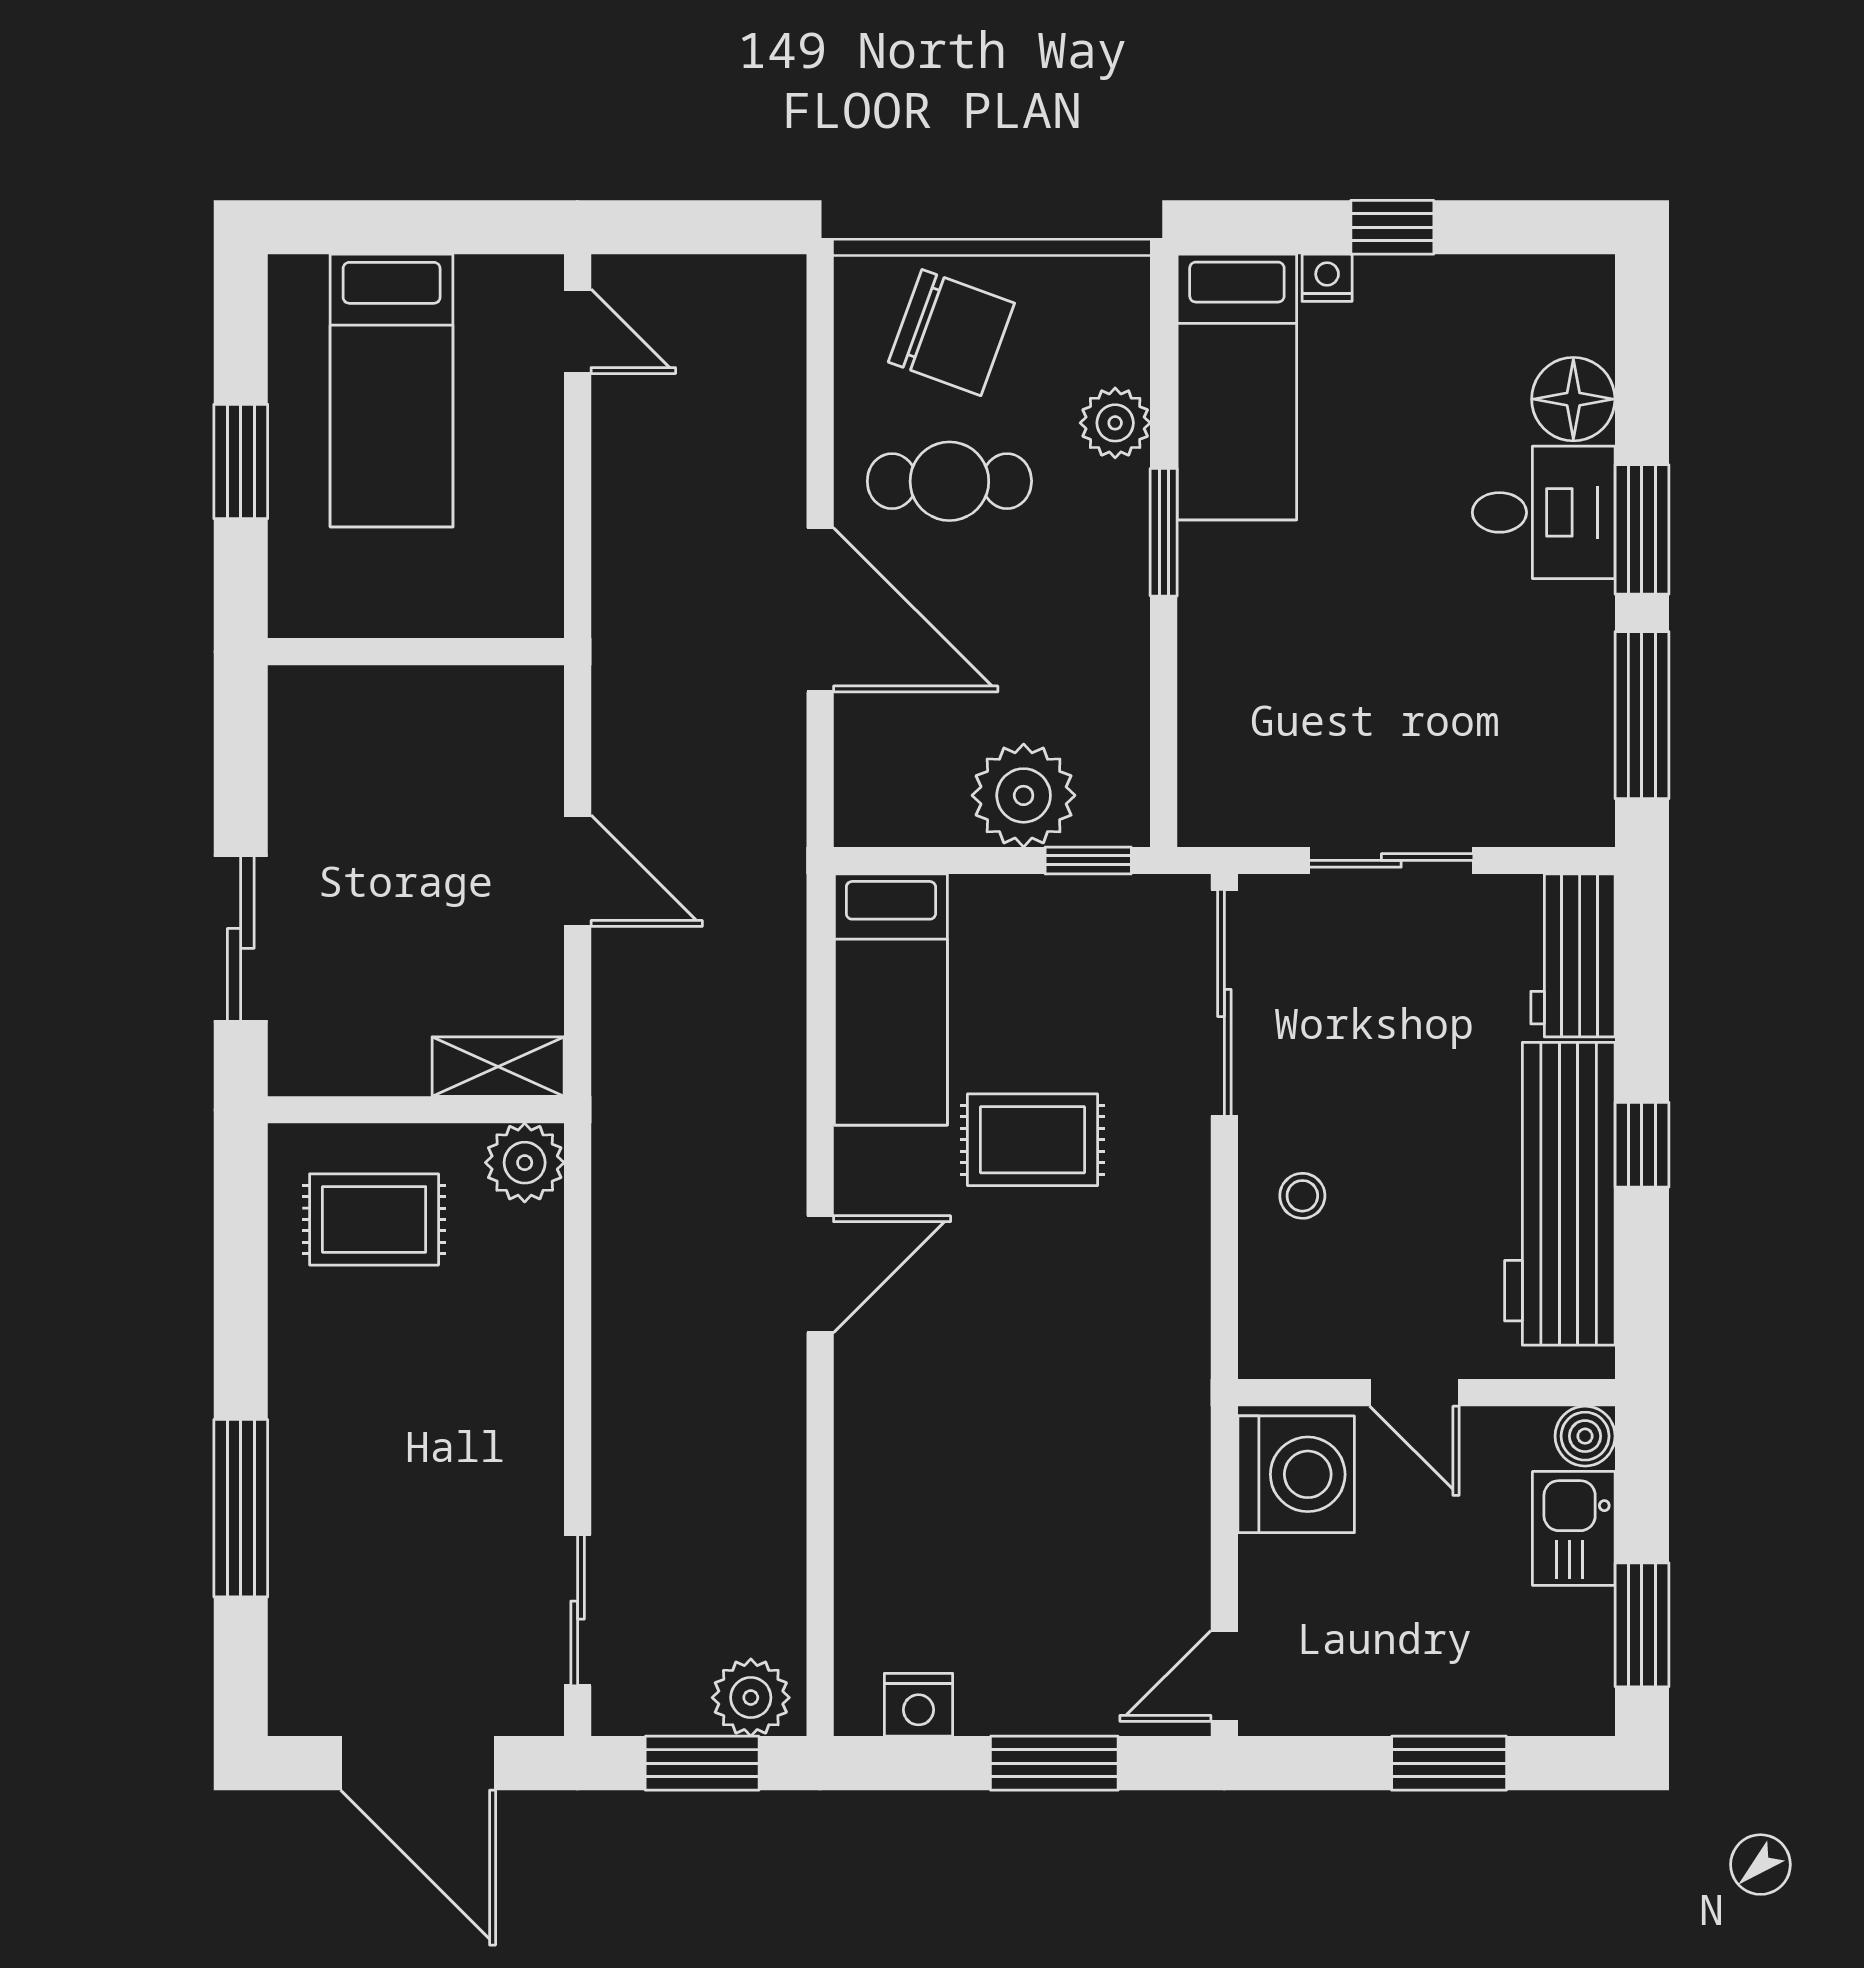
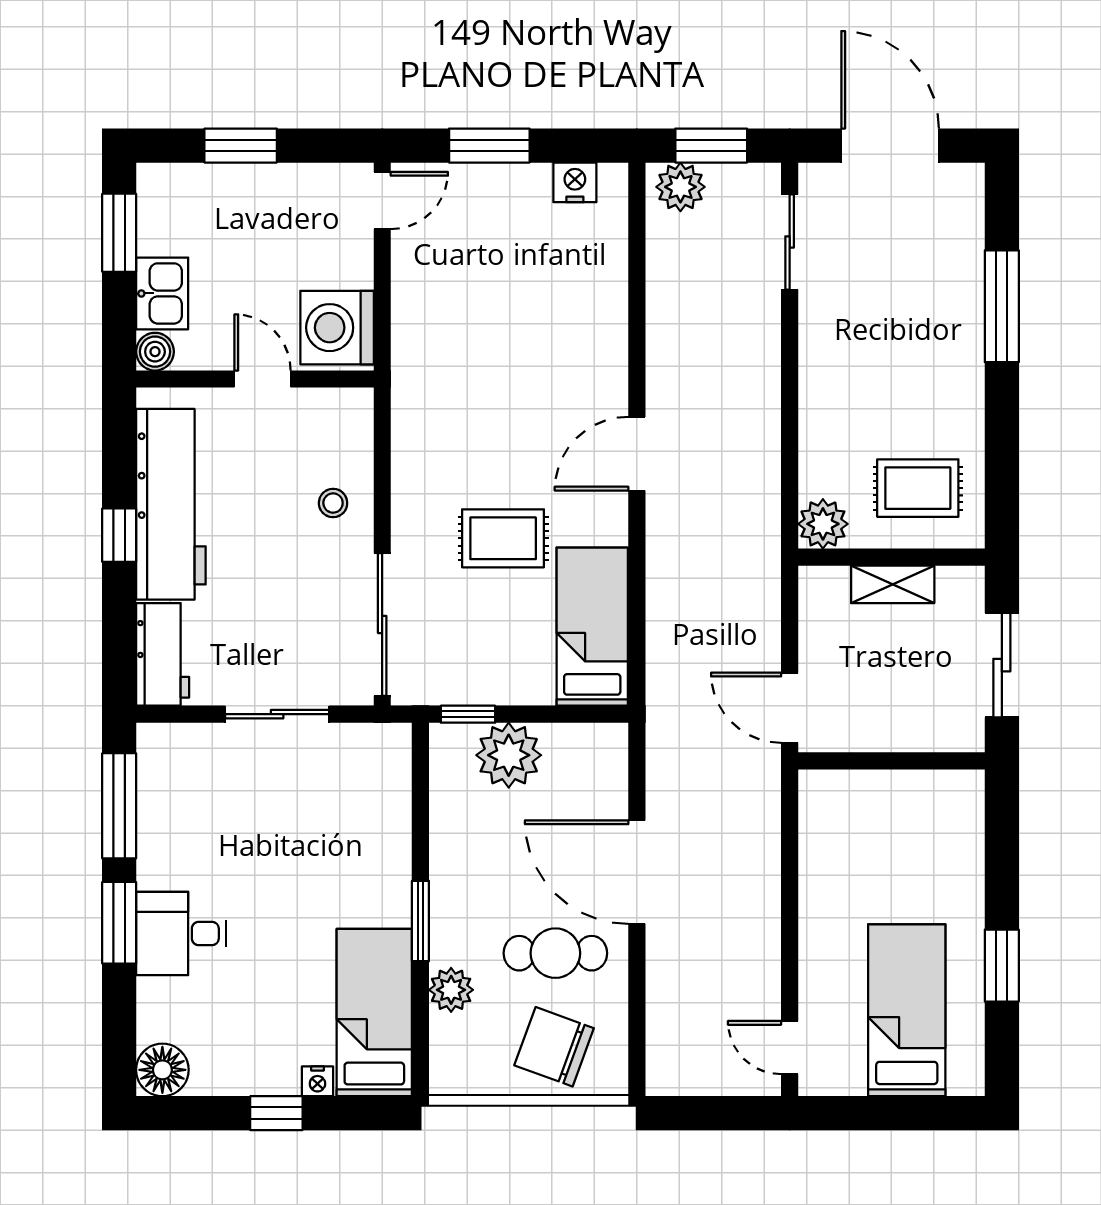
floor lamp: (1573, 399) -> (162, 1070), moved
wall: (416, 652) -> (891, 761), moved
shelving: (498, 1067) -> (893, 584), moved

